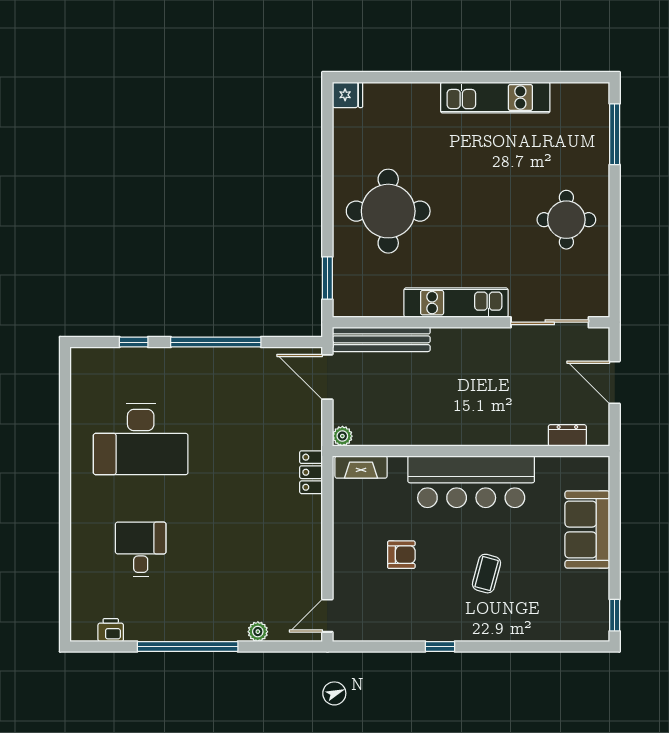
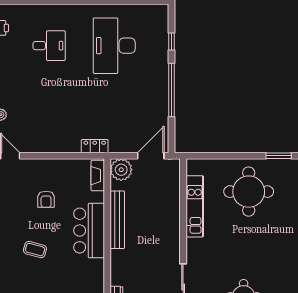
window: (327, 278) -> (279, 156), moved
kitchen unit: (456, 303) -> (195, 206), moved
bench: (381, 339) -> (117, 220), moved
plant: (342, 436) -> (121, 170), width x1.88, depth x1.88
bar counter: (471, 482) -> (89, 231), width x0.73

